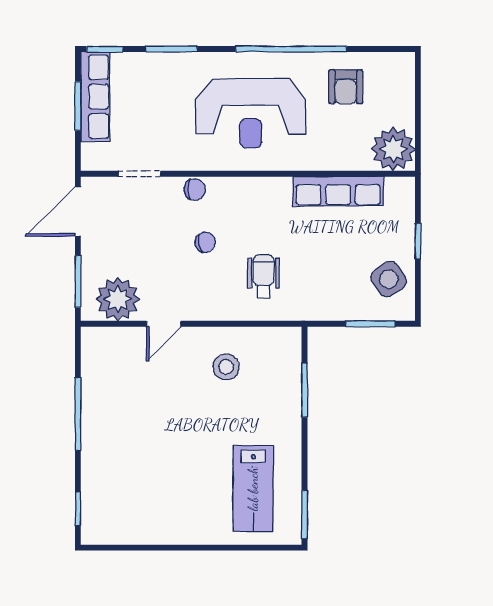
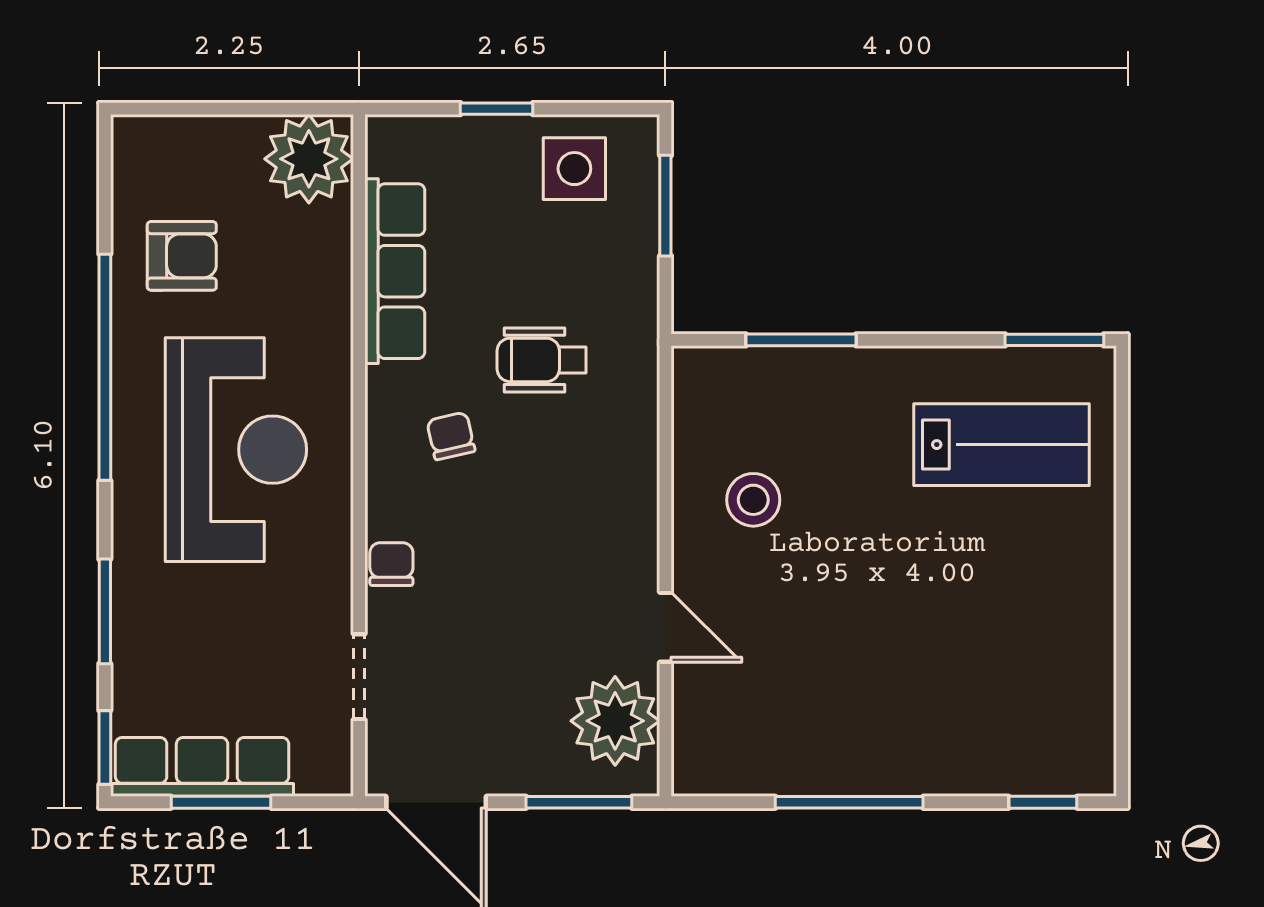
chair: (205, 242) -> (451, 436), moved
wheelchair: (264, 277) -> (542, 360), moved
side table: (388, 279) -> (574, 169), turned 33

